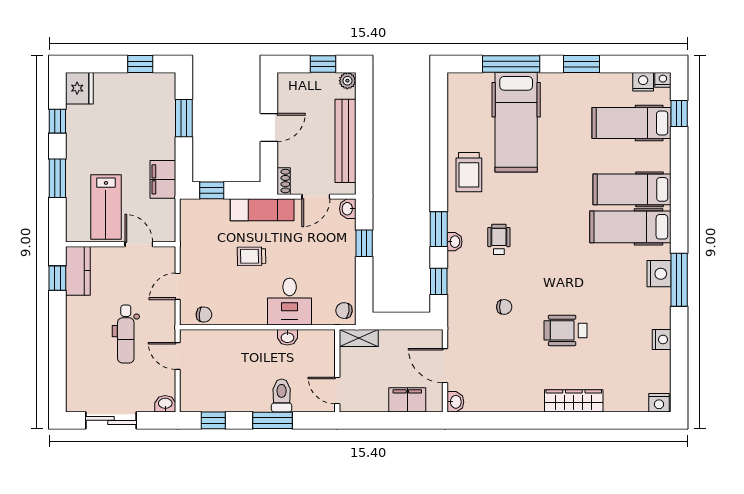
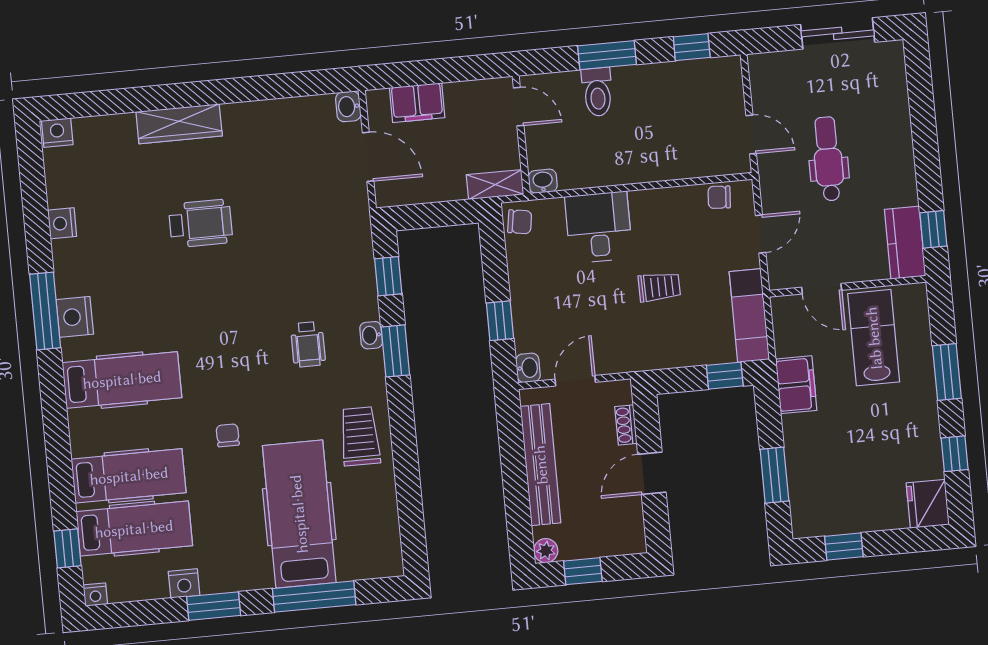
nightstand: (643, 82) -> (184, 583), moved
shoe rack: (284, 181) -> (626, 425), moved
hospital bed: (632, 189) -> (129, 476), moved
exam couch: (262, 210) -> (749, 316), moved, turned -90
chair: (504, 307) -> (228, 435), moved, turned 90
washbasin: (287, 337) -> (543, 181), moved
washbasin: (165, 404) -> (762, 64), removed

